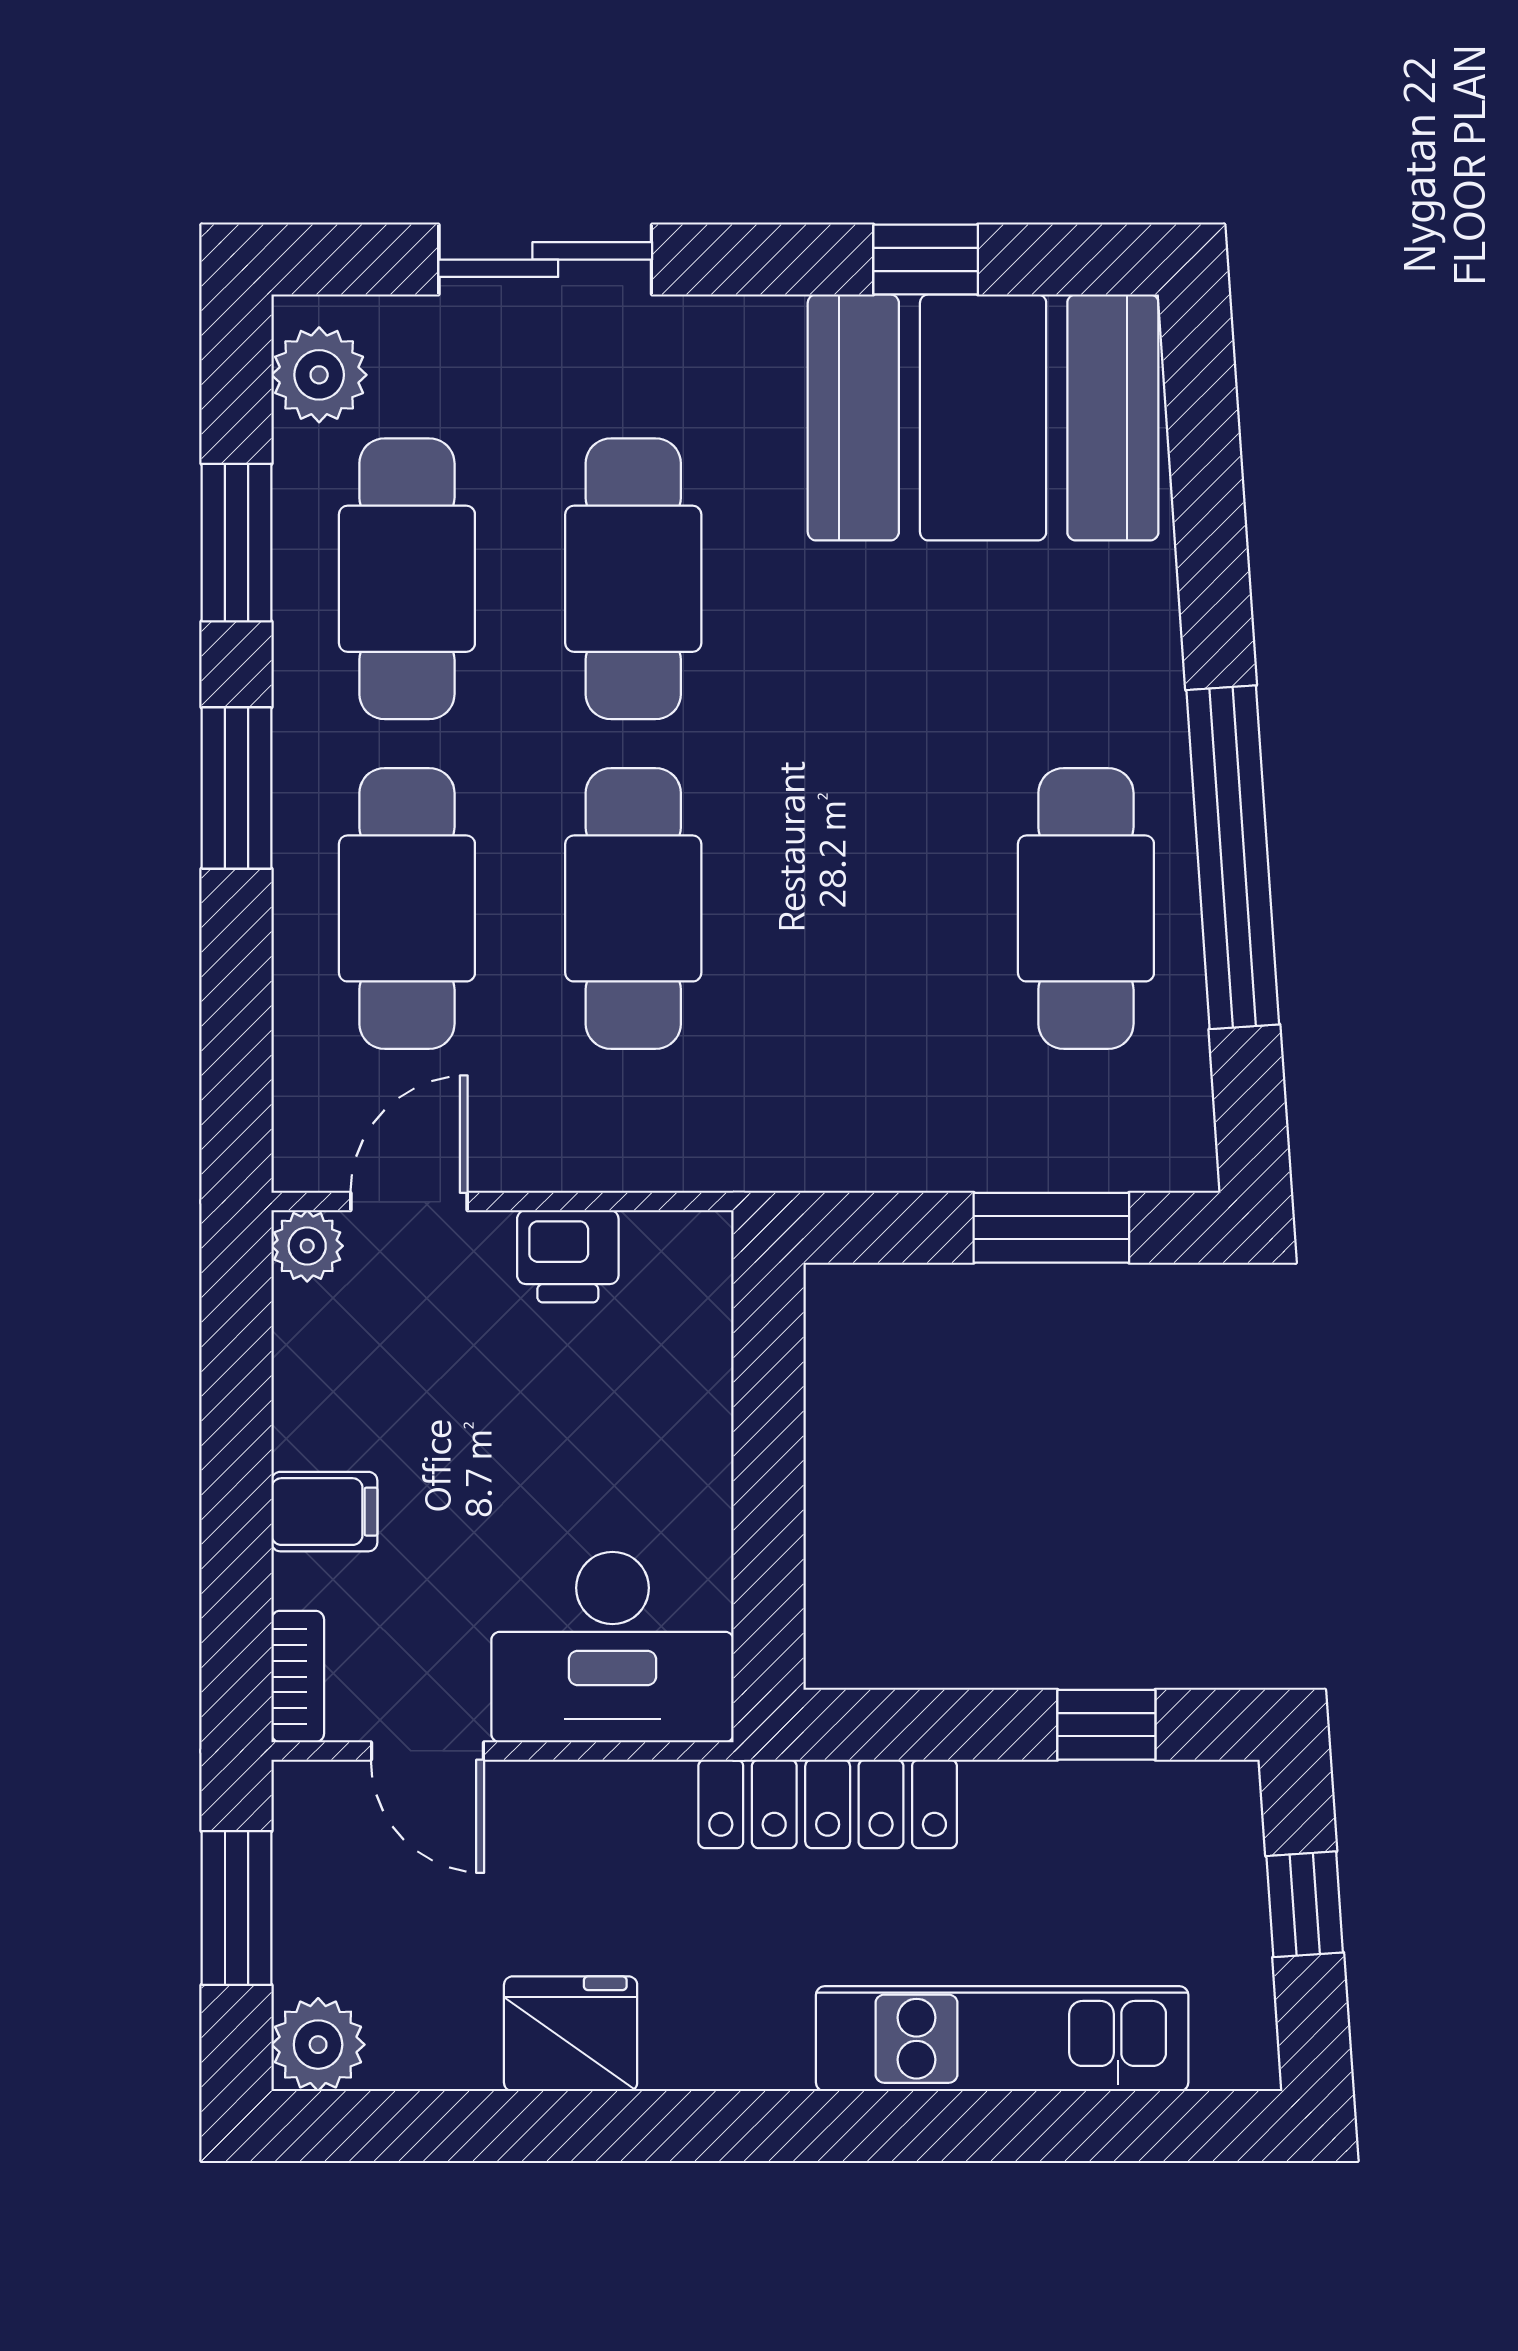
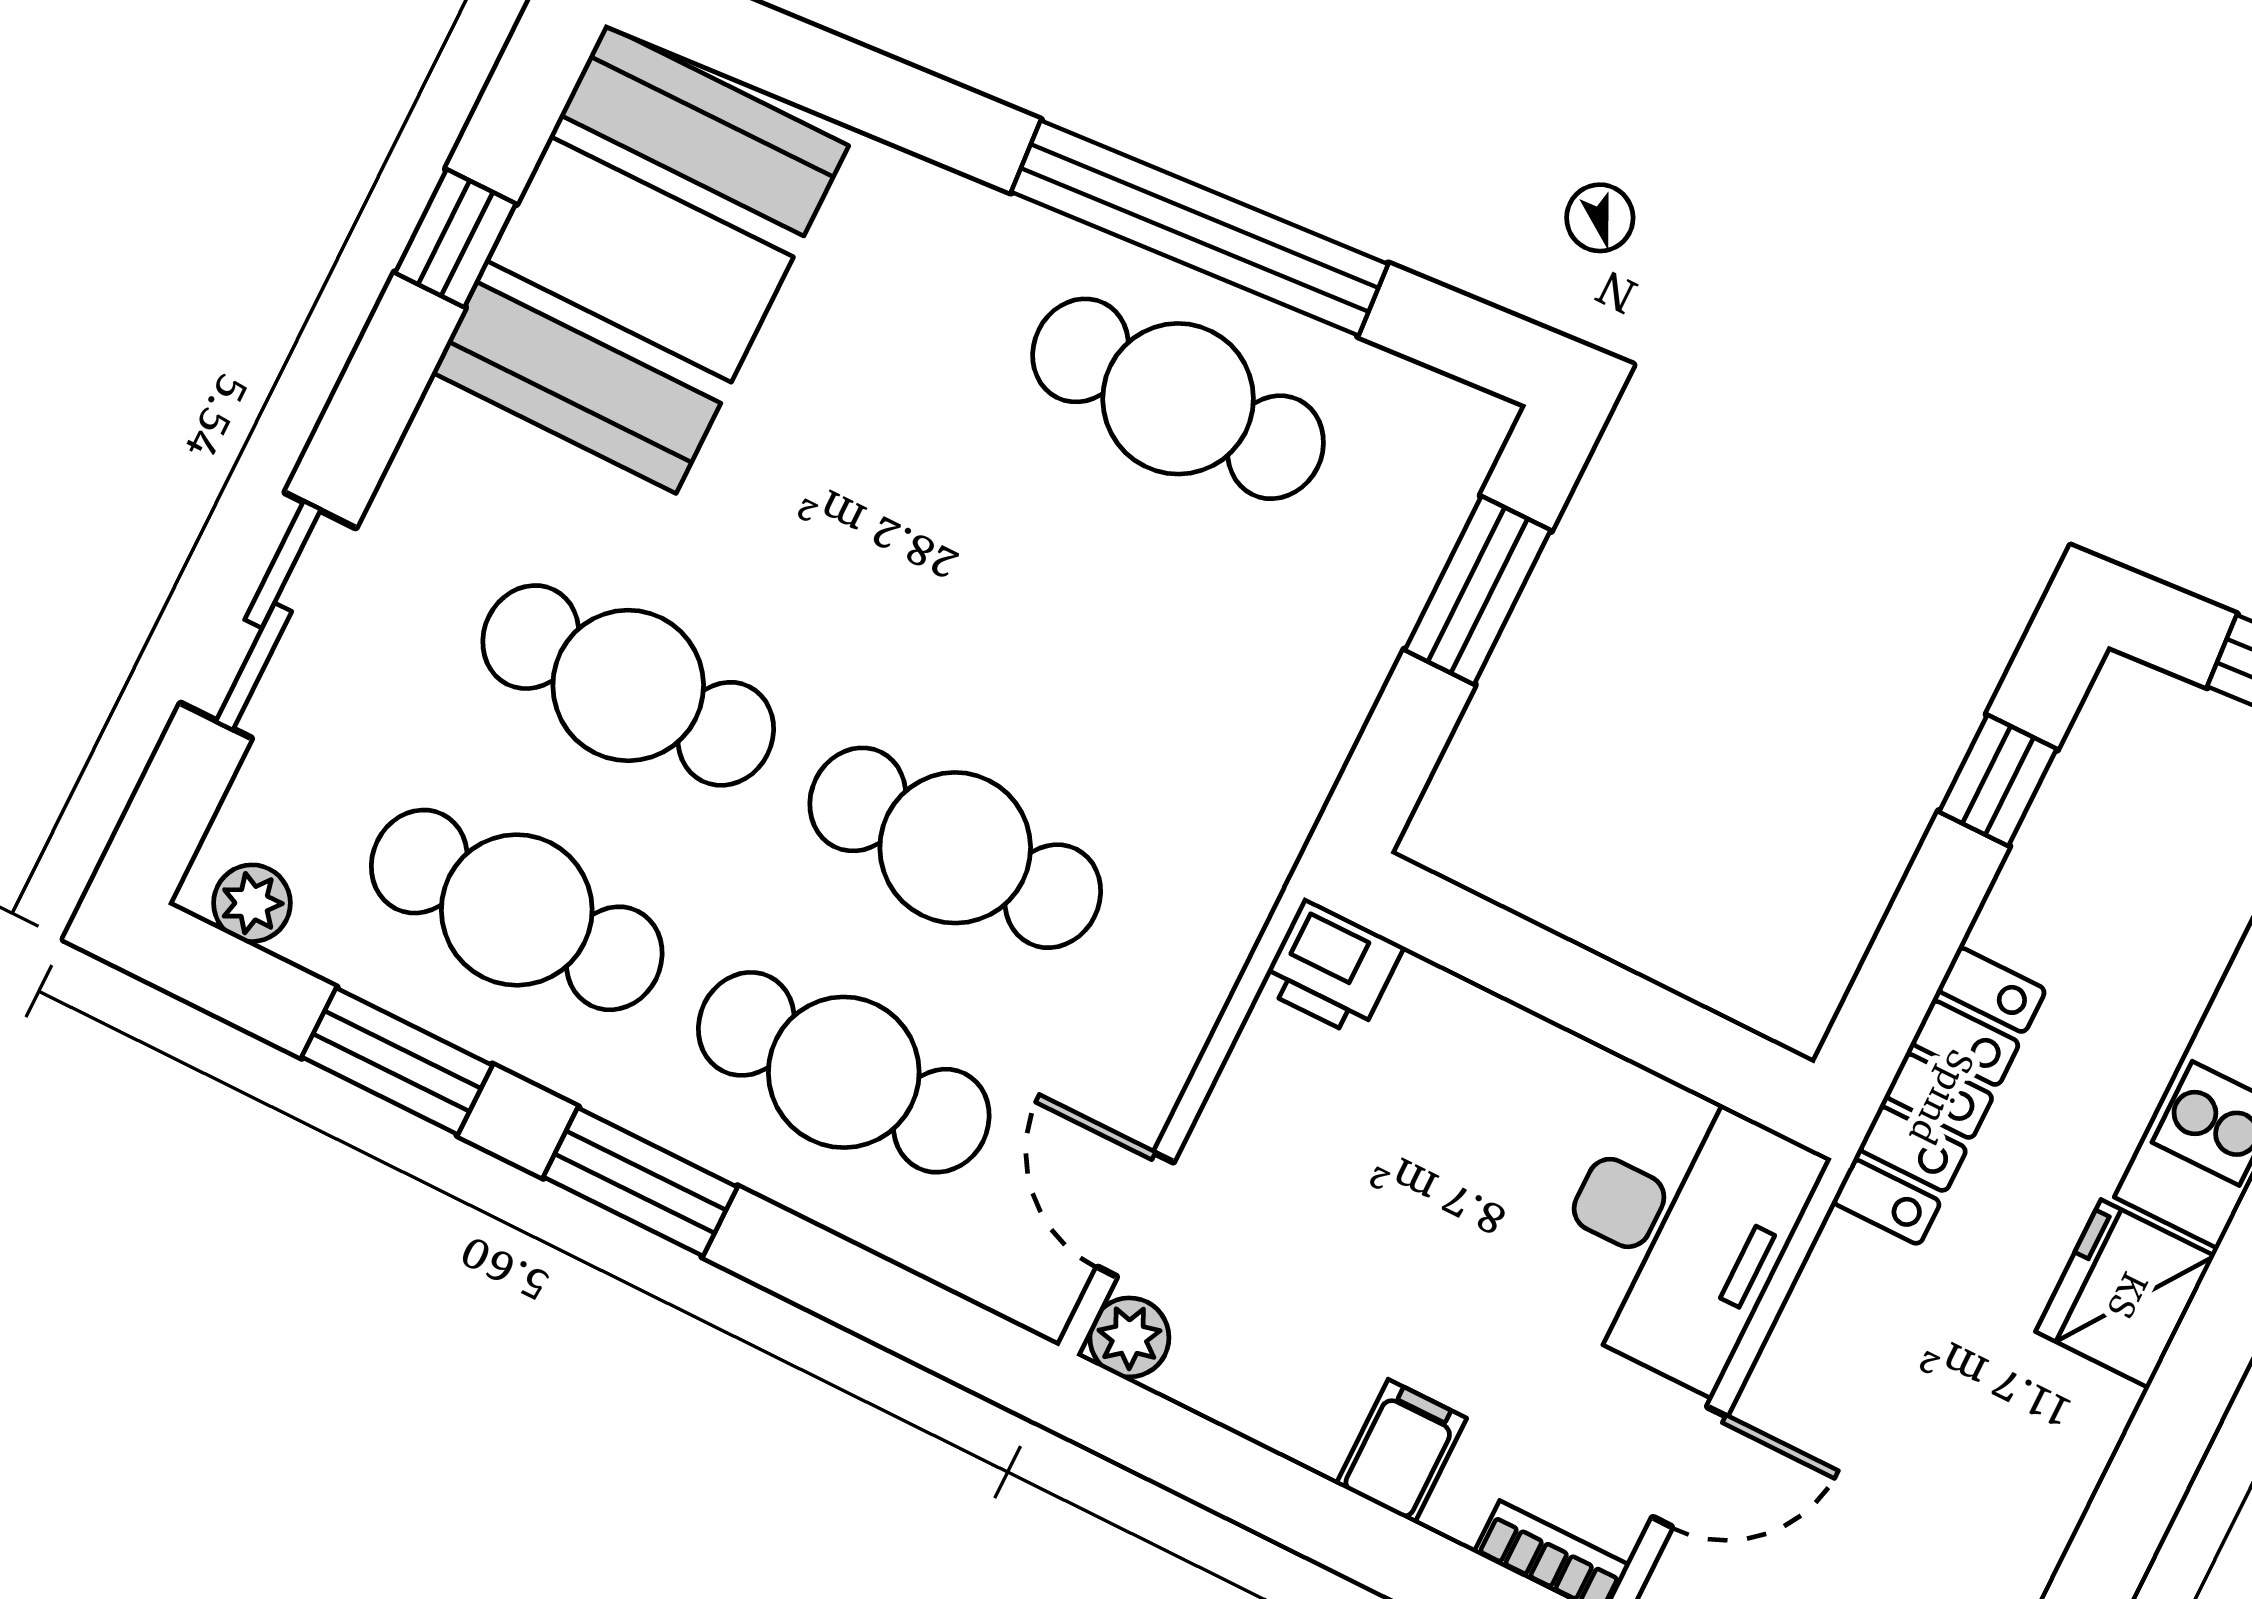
plant: (319, 375) -> (252, 903), width x0.73, depth x0.73
printer: (568, 1256) -> (1332, 967), moved, turned 90
fridge: (571, 2034) -> (2125, 1294), moved

